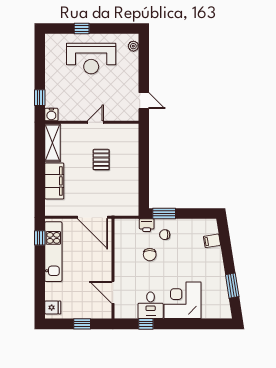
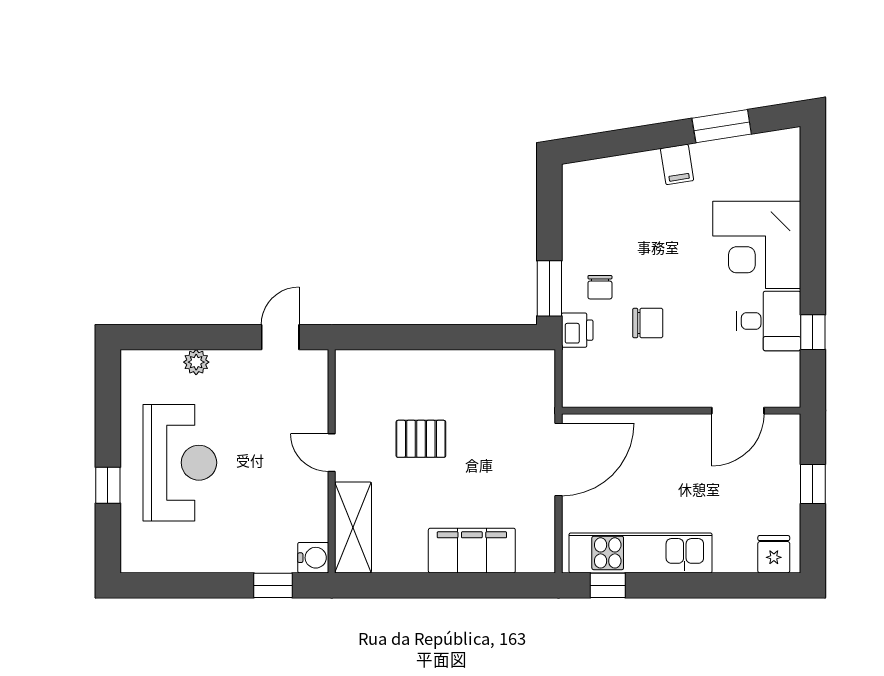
plant: (133, 46) -> (196, 362), moved
shelving: (53, 143) -> (353, 527), moved, turned 90
filing cabinet: (212, 241) -> (677, 164), moved

